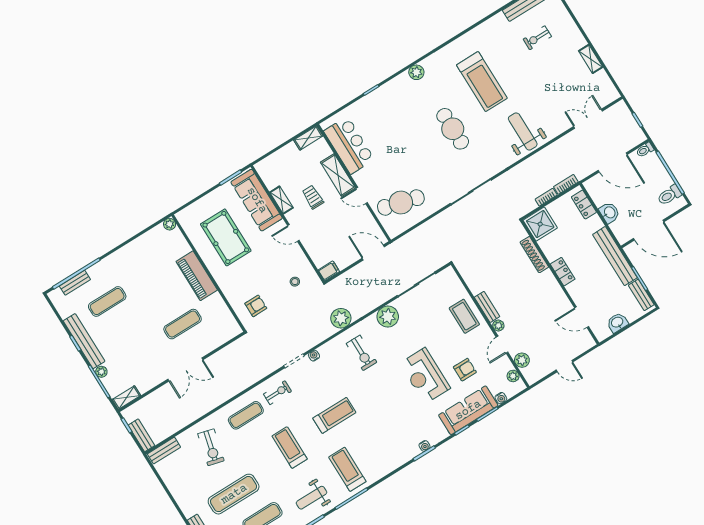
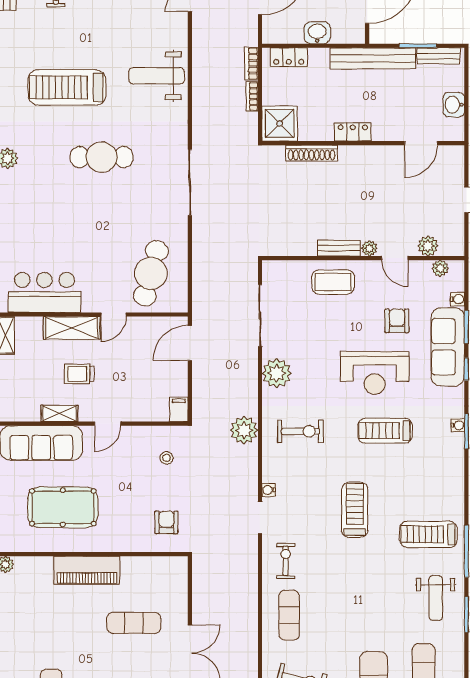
treadmill: (482, 82) -> (67, 87), turned 180
exercise mat: (183, 324) -> (134, 623), turned 90
treadmill: (290, 448) -> (385, 431), moved

